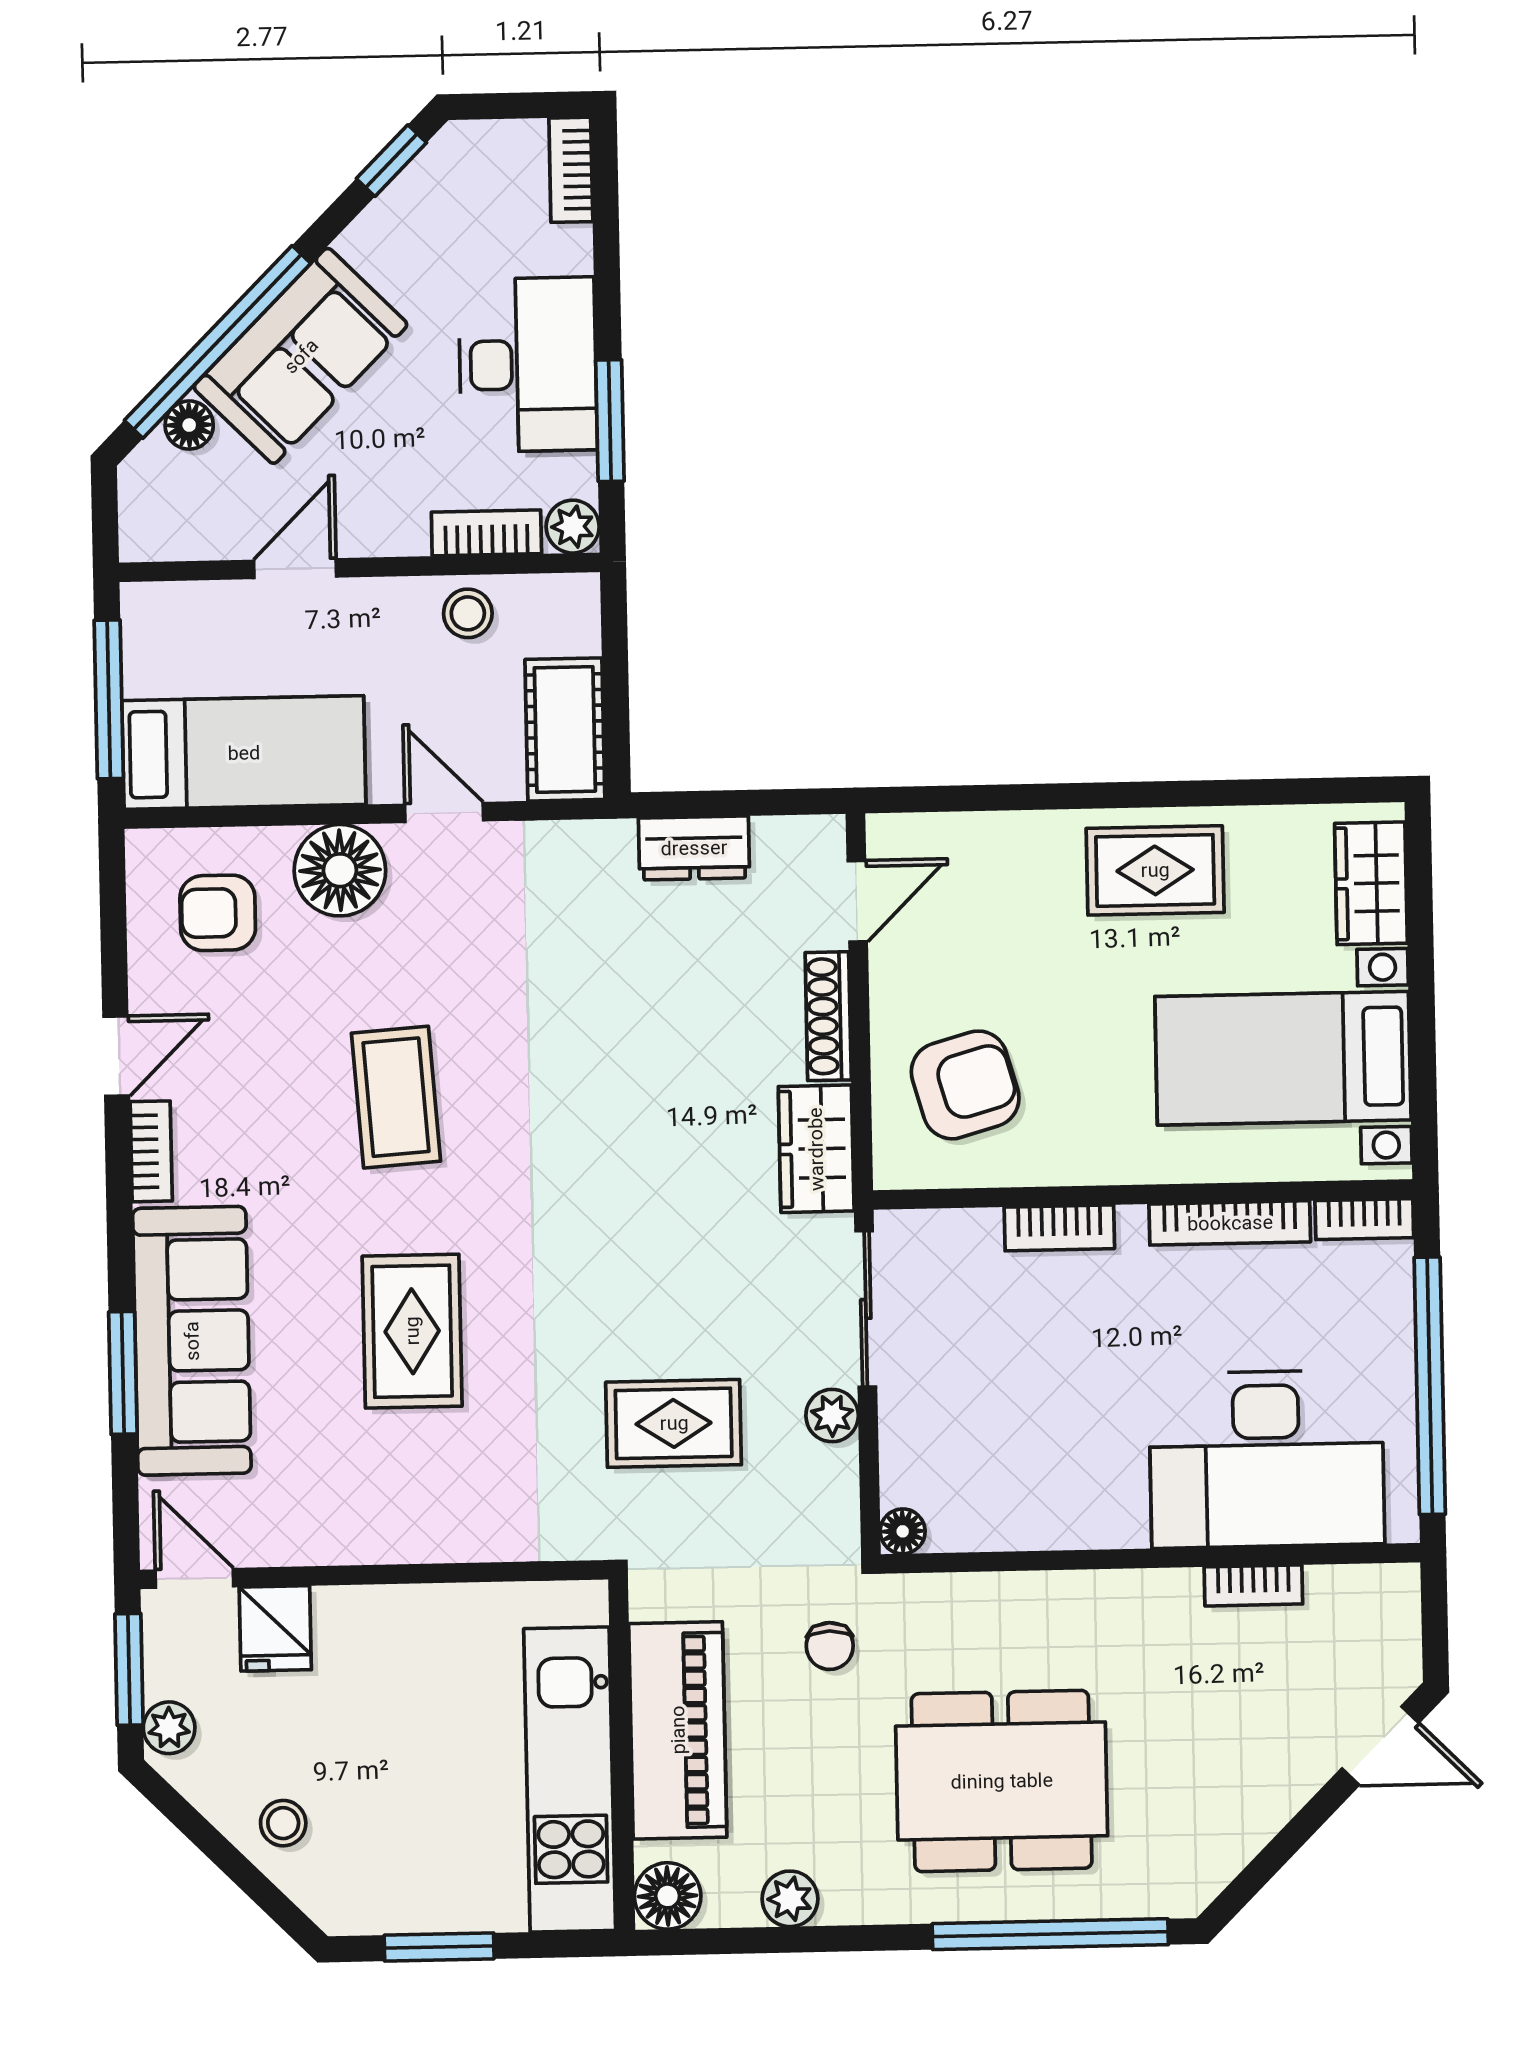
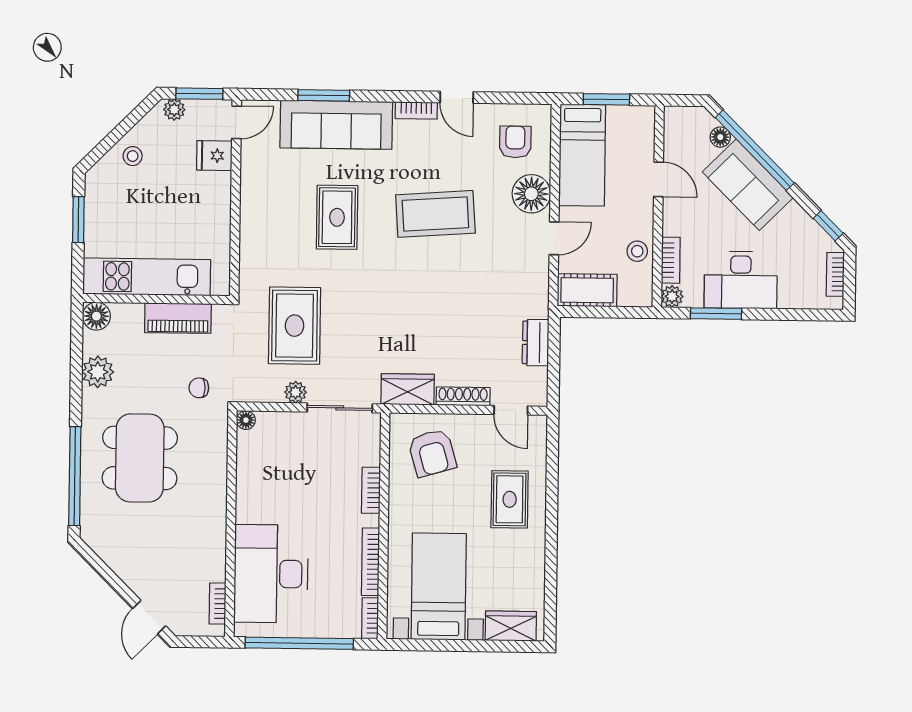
bookcase: (571, 170) -> (835, 274), moved, turned -90
window: (109, 699) -> (606, 99), width x0.69
rug: (1155, 870) -> (510, 499), moved
coffee table: (396, 1097) -> (435, 214), width x1.36, depth x1.32
rug: (412, 1331) -> (337, 217), turned 90
rug: (674, 1423) -> (295, 326), width x1.36, depth x1.43
bookcase: (1253, 1585) -> (218, 604), moved
piano: (678, 1730) -> (178, 318), width x0.73, depth x0.75
plant: (790, 1899) -> (98, 372), width x1.38, depth x1.38

